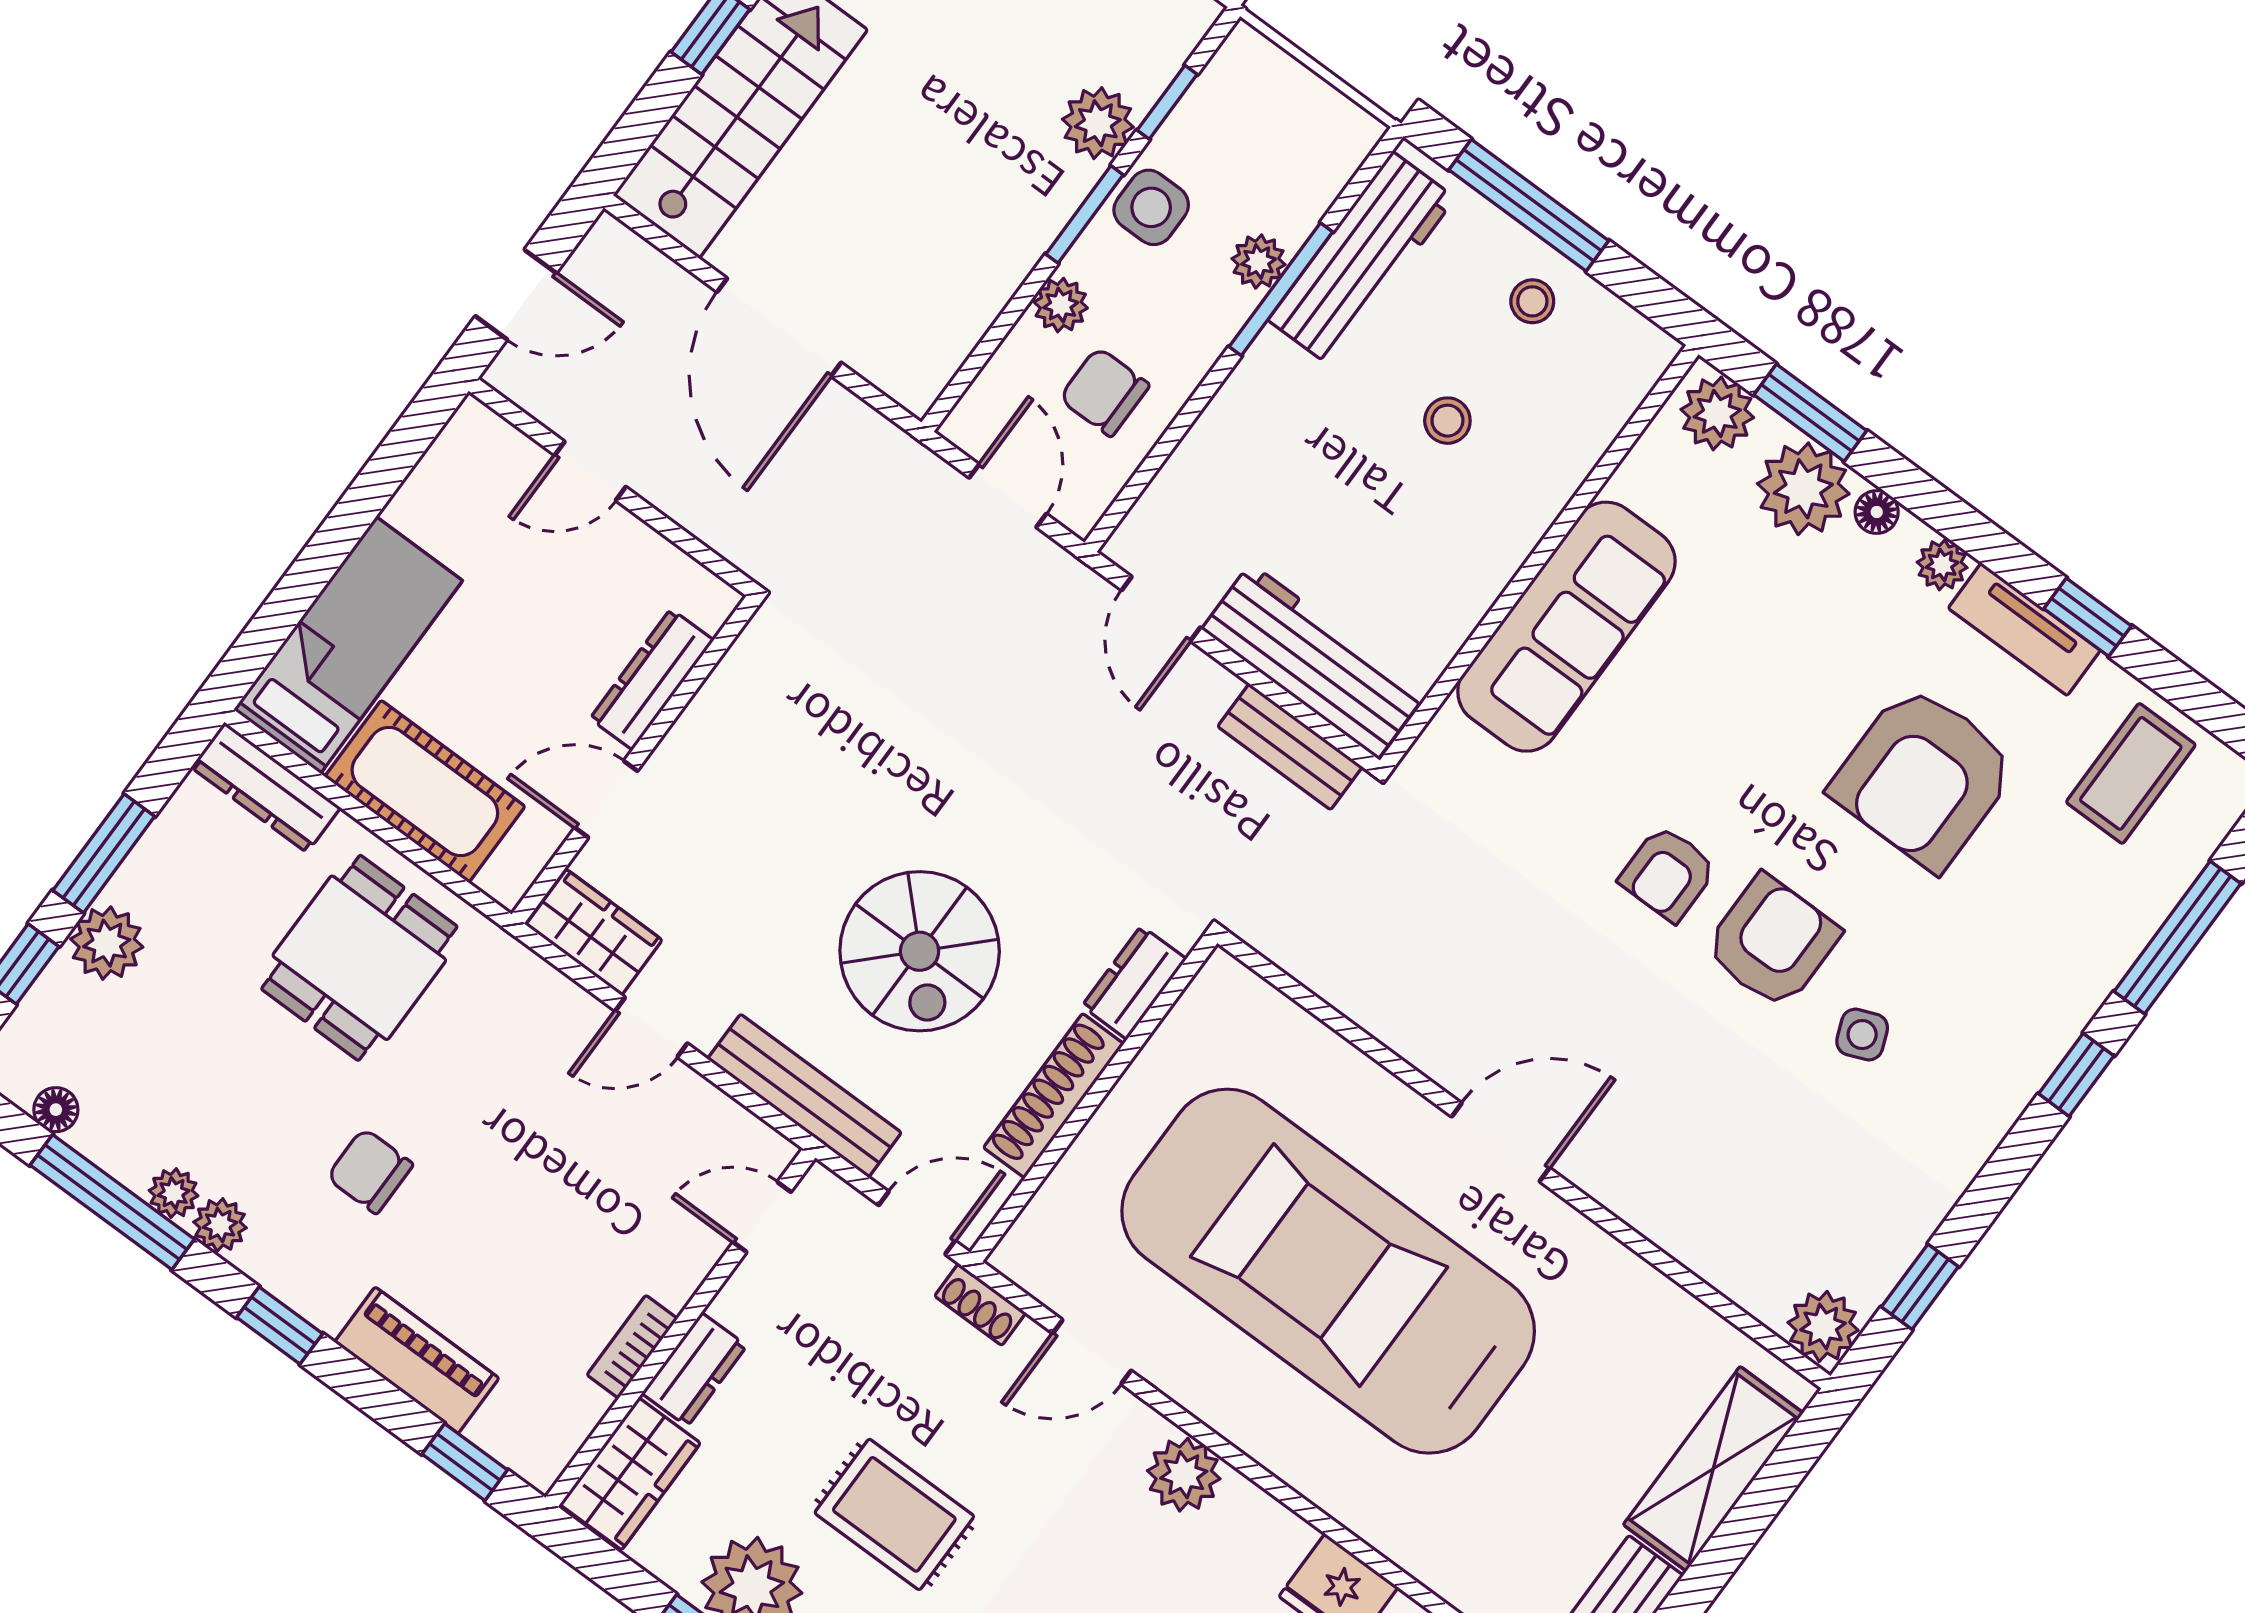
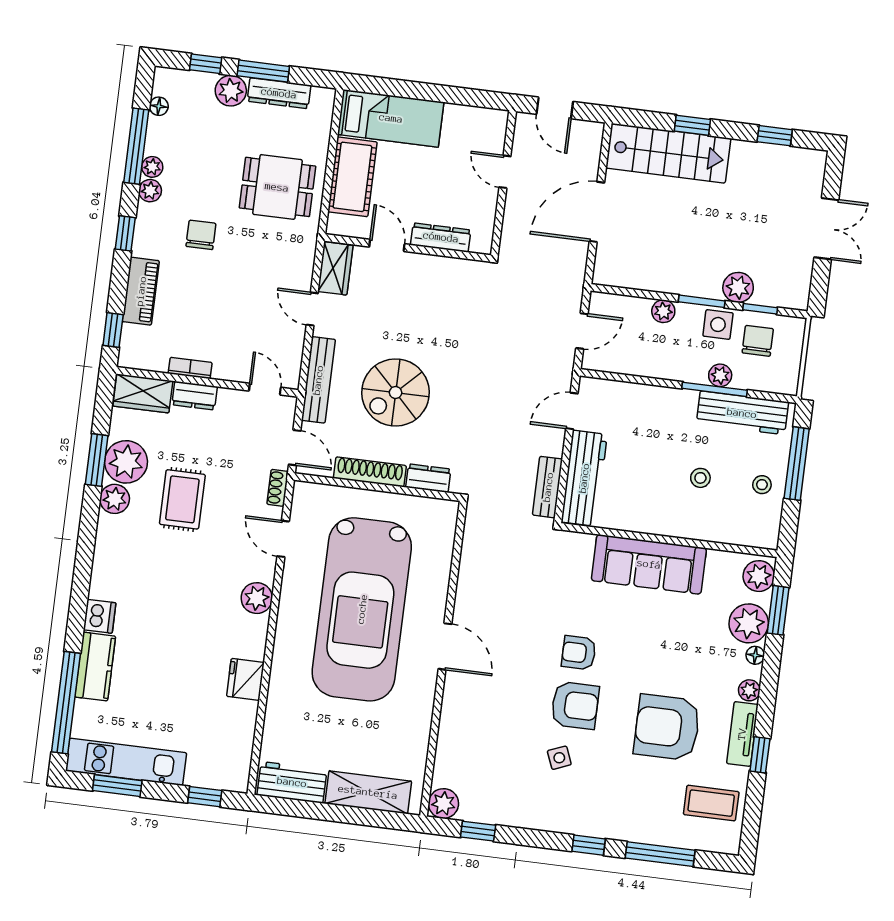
chair: (1104, 392) -> (758, 341), moved
dresser: (266, 787) -> (279, 93), moved, turned -90
car: (1328, 1271) -> (362, 609), turned 180

